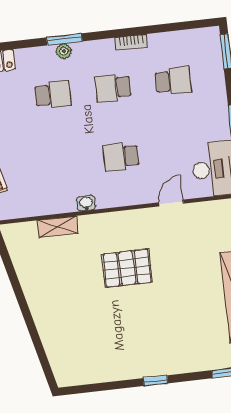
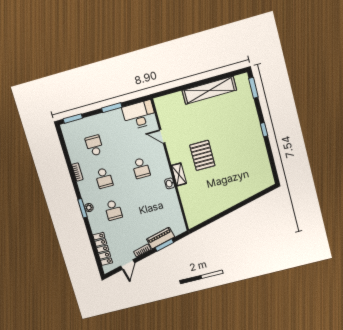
school desk: (53, 95) -> (113, 210), turned 180
shelving: (57, 227) -> (179, 174), moved

